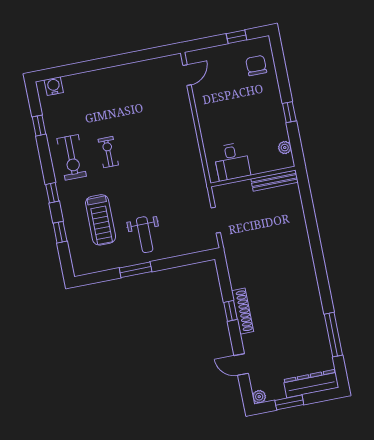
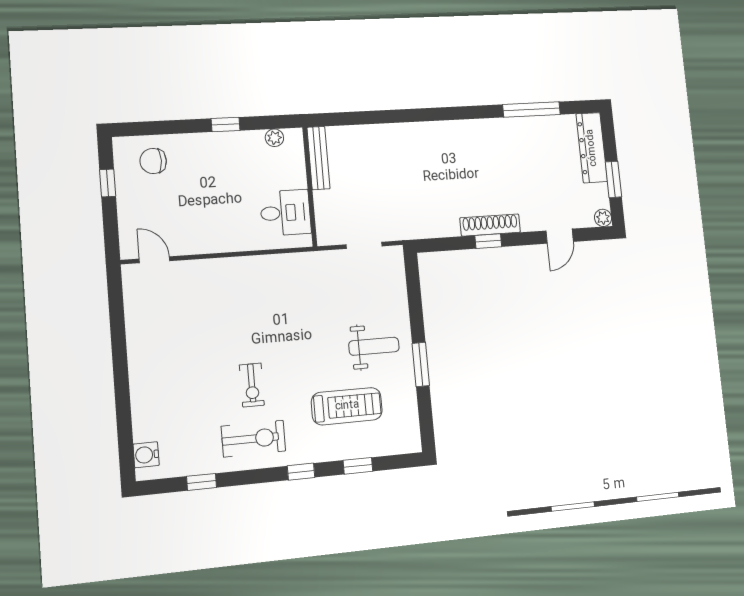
exercise bike: (108, 152) -> (252, 385), turned -90

